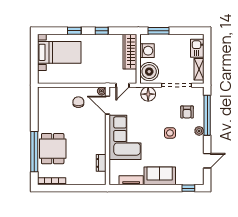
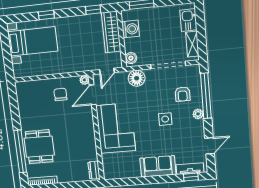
window: (102, 31) -> (93, 10), moved
boiler: (149, 72) -> (131, 58), width x0.54, depth x0.54
door: (107, 105) -> (93, 95), hinge flipped
dresser: (101, 163) -> (94, 170), moved
tv unit: (131, 180) -> (190, 169), moved

